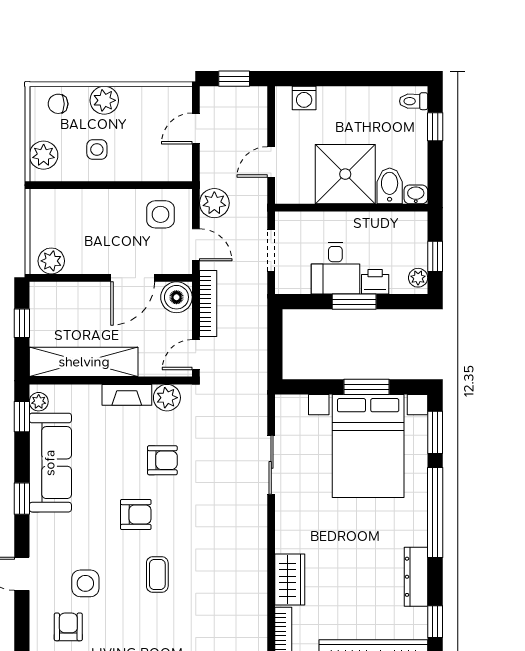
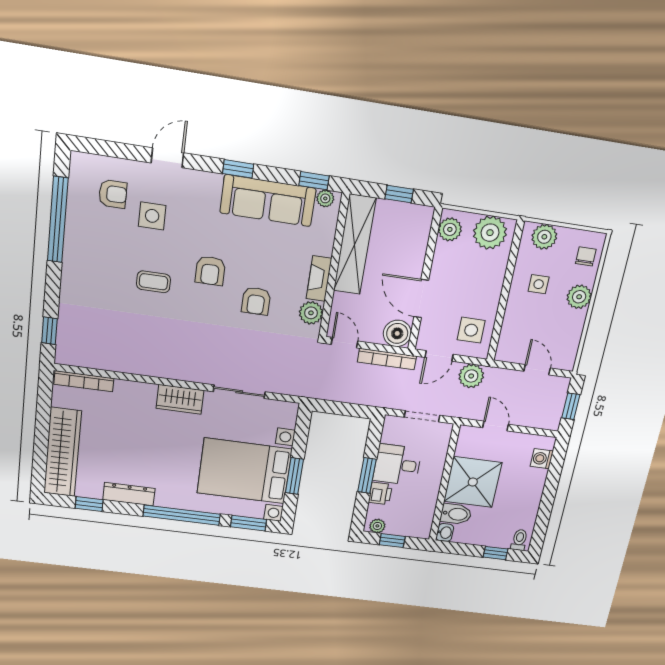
plant: (48, 216) -> (490, 233), added
wardrobe: (290, 580) -> (180, 399), moved

